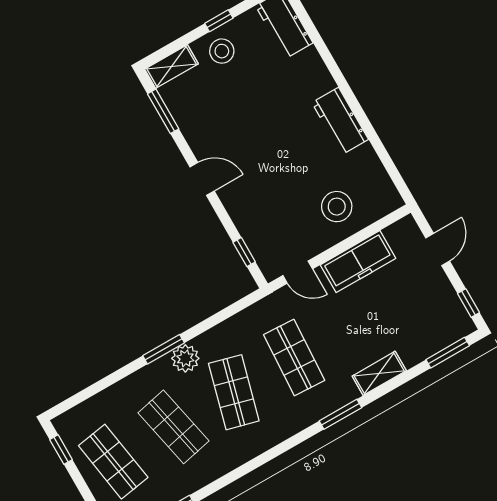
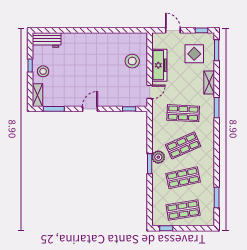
workbench: (340, 121) -> (99, 40), removed
display table: (417, 314) -> (194, 54), added
shop shelf: (234, 392) -> (183, 145), turned -39

